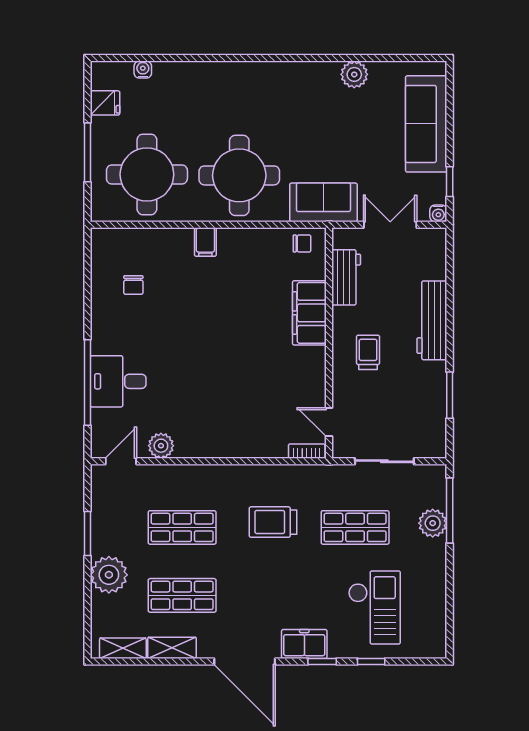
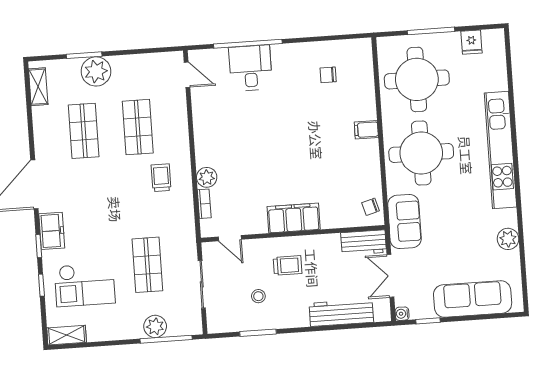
water cooler: (143, 70) -> (500, 70), removed
kitchen unit: (242, 76) -> (501, 150), added
double door: (390, 225) -> (390, 276), swing flipped
chair: (302, 243) -> (371, 207), turned 74
workbench: (346, 277) -> (364, 243), moved
filing cabinet: (309, 313) -> (294, 218), moved
workbench: (432, 320) -> (341, 313), moved
stool: (404, 391) -> (258, 296), added
door: (329, 422) -> (230, 238), swing flipped
plant: (161, 446) -> (207, 177), moved
bookcase: (307, 451) -> (204, 204), moved
trolley: (273, 522) -> (161, 178), moved, width x0.73, depth x0.72
window: (88, 534) -> (84, 55), moved
shelving: (172, 648) -> (67, 335), moved, turned 90

